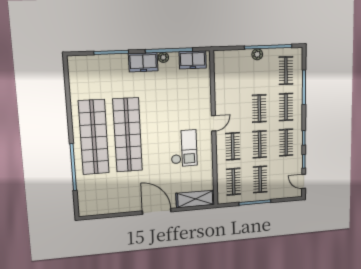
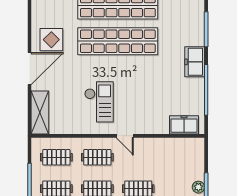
plant: (163, 57) -> (199, 83), removed
freezer: (193, 60) -> (184, 125), moved, turned 90
checkout: (184, 148) -> (99, 102), turned -90
display table: (130, 195) -> (51, 40), added

